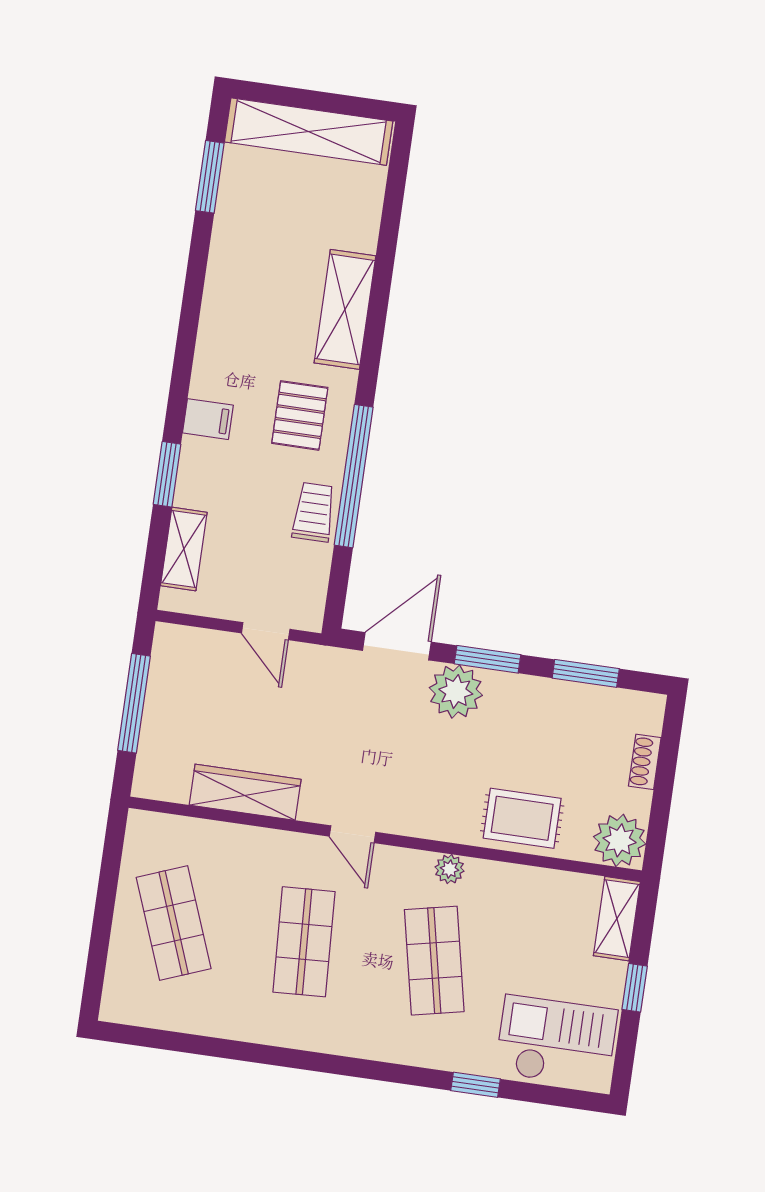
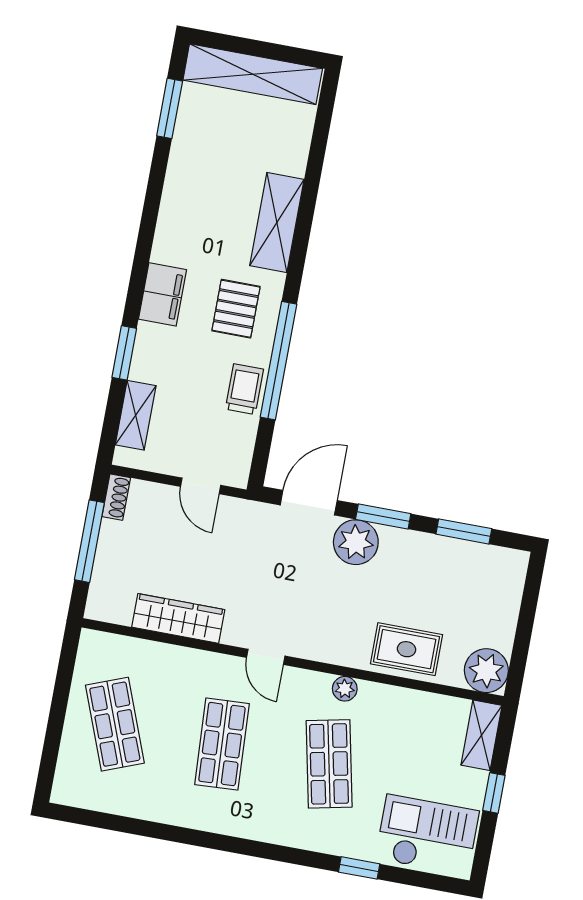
filing cabinet: (208, 419) -> (163, 294), width x2.00
shoe rack: (645, 762) -> (116, 497), moved, turned 180

